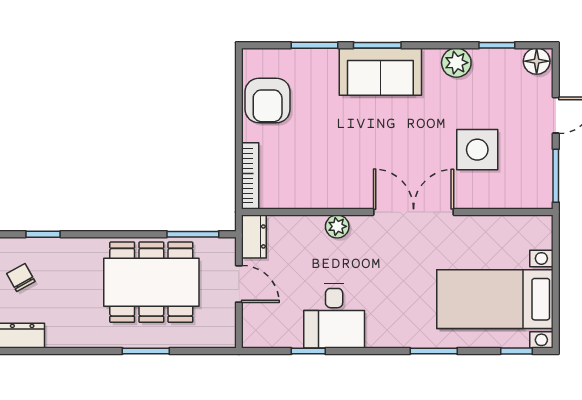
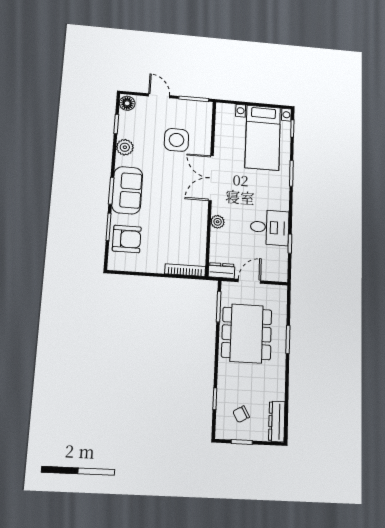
armchair: (268, 100) -> (127, 239), moved

